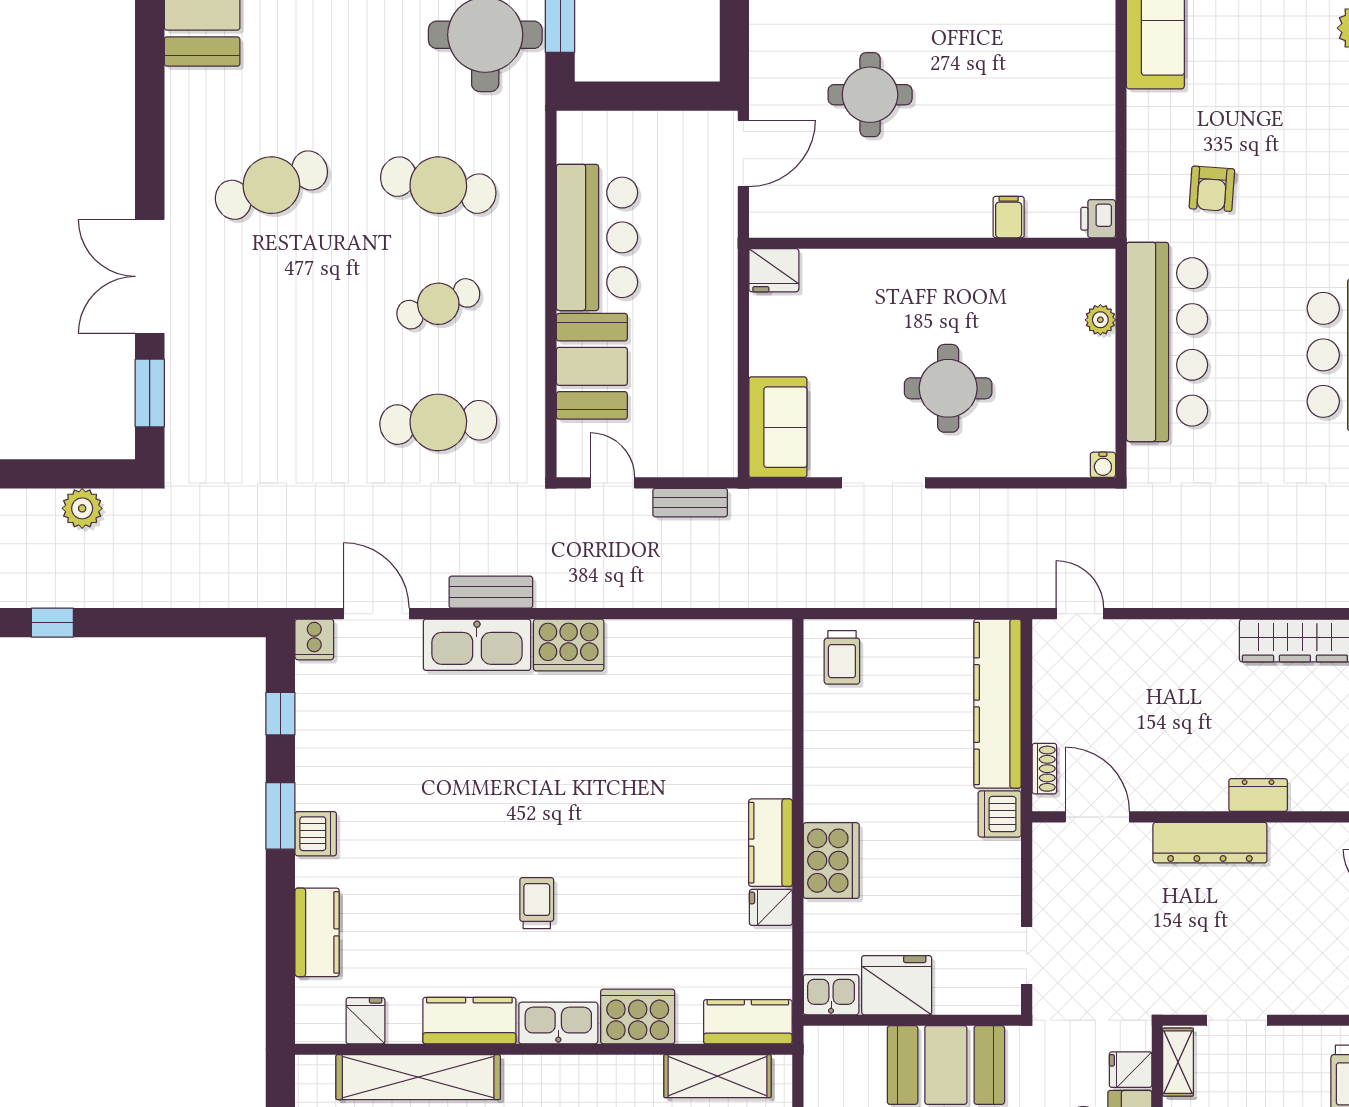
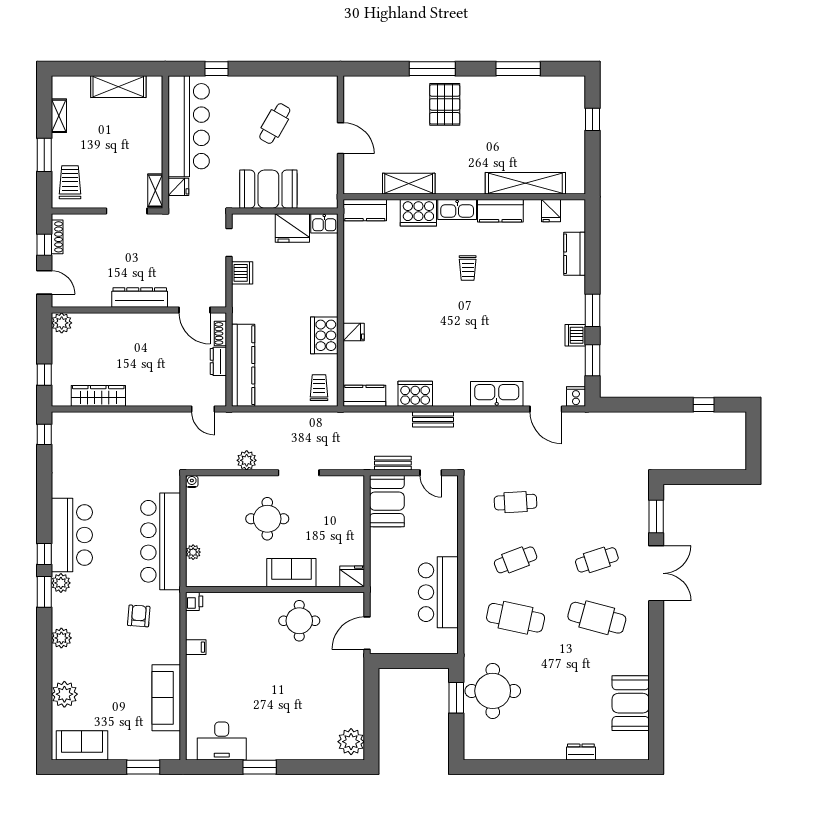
round table: (870, 95) -> (299, 621), moved
cafe table: (271, 185) -> (597, 618), turned 36
filing cabinet: (1009, 217) -> (196, 647), moved, turned -90
cafe table: (271, 304) -> (597, 560), added
booth: (592, 366) -> (387, 501), moved
cafe table: (438, 422) -> (516, 502), width x0.73, depth x0.74
sofa: (778, 427) -> (291, 573), moved, turned 90
plant: (82, 508) -> (247, 460), moved
bench: (491, 592) -> (433, 419), moved
cooker: (569, 645) -> (415, 394), moved
window: (280, 714) -> (592, 360), width x1.50
dresser: (1258, 795) -> (218, 361), moved, turned 90
dishwasher: (1000, 814) -> (242, 273), moved
dishwasher: (316, 834) -> (575, 335), moved
kitchen counter: (771, 843) -> (364, 396), moved, turned -90
cooker: (831, 861) -> (324, 335), moved
fridge: (771, 907) -> (354, 332), moved
doorway: (1237, 1020) -> (127, 211), width x1.38
shelving: (717, 1076) -> (409, 184), moved

